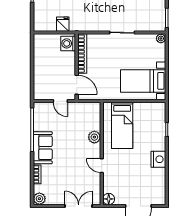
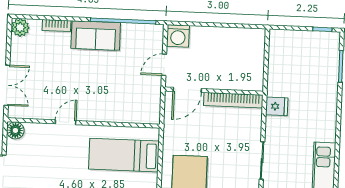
fridge: (63, 24) -> (277, 106), moved
washing machine: (68, 43) -> (178, 36), moved, turned 180
plant: (94, 137) -> (108, 113), removed

